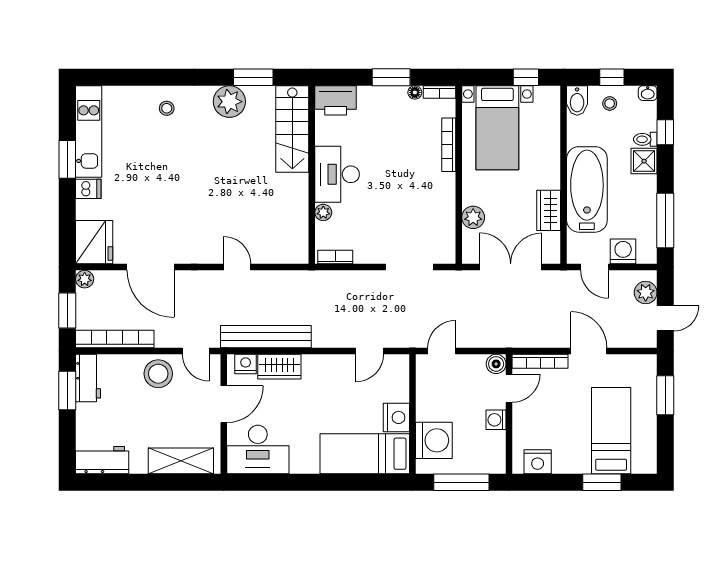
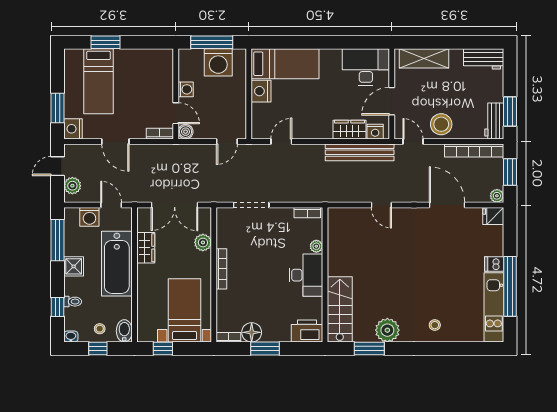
floor lamp: (415, 92) -> (252, 332), width x1.89, depth x1.89
bookcase: (449, 145) -> (221, 269), moved
window: (67, 159) -> (510, 286), width x2.11
shower: (644, 161) -> (74, 266), moved
fridge: (94, 242) -> (493, 216), width x0.53, depth x0.75
bookcase: (540, 361) -> (160, 134), width x0.64
door: (509, 388) -> (176, 113), swing flipped
washing machine: (434, 440) -> (218, 62), moved, turned -90
nightstand: (538, 462) -> (73, 129), moved, turned -90

